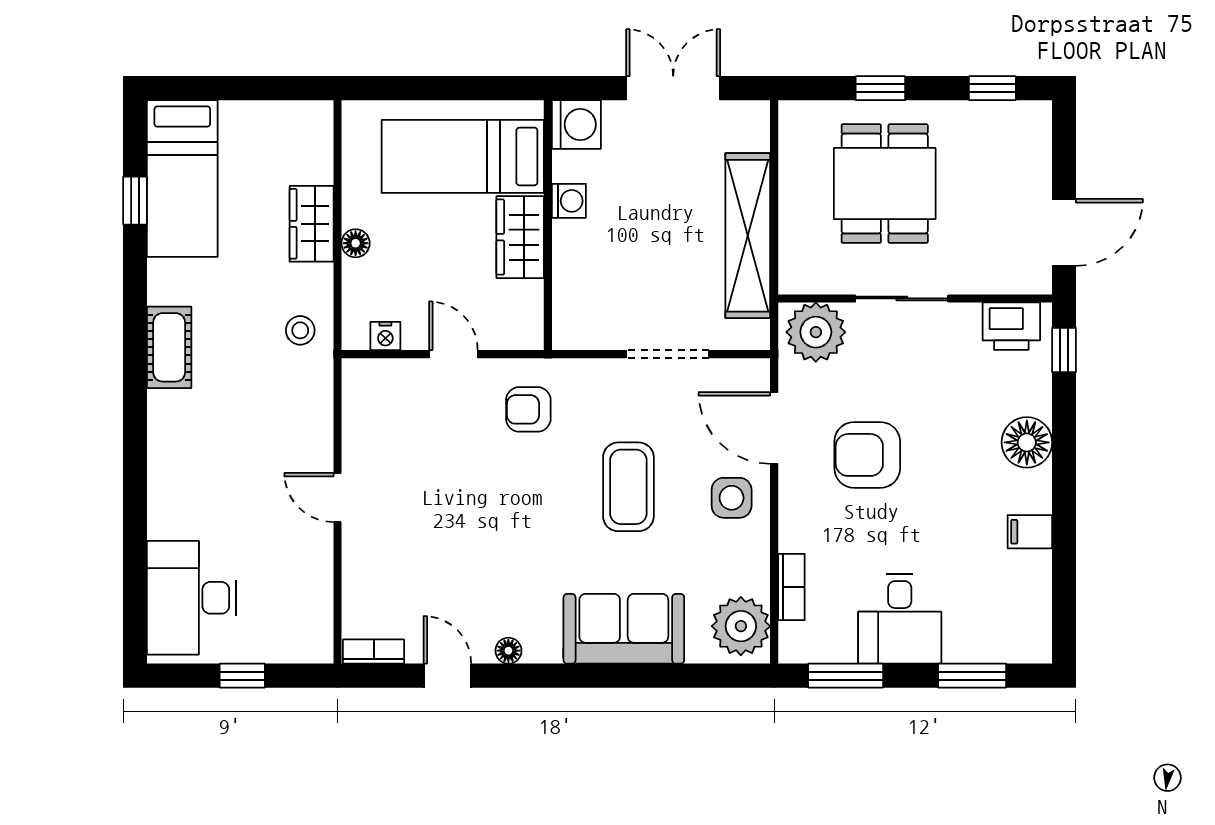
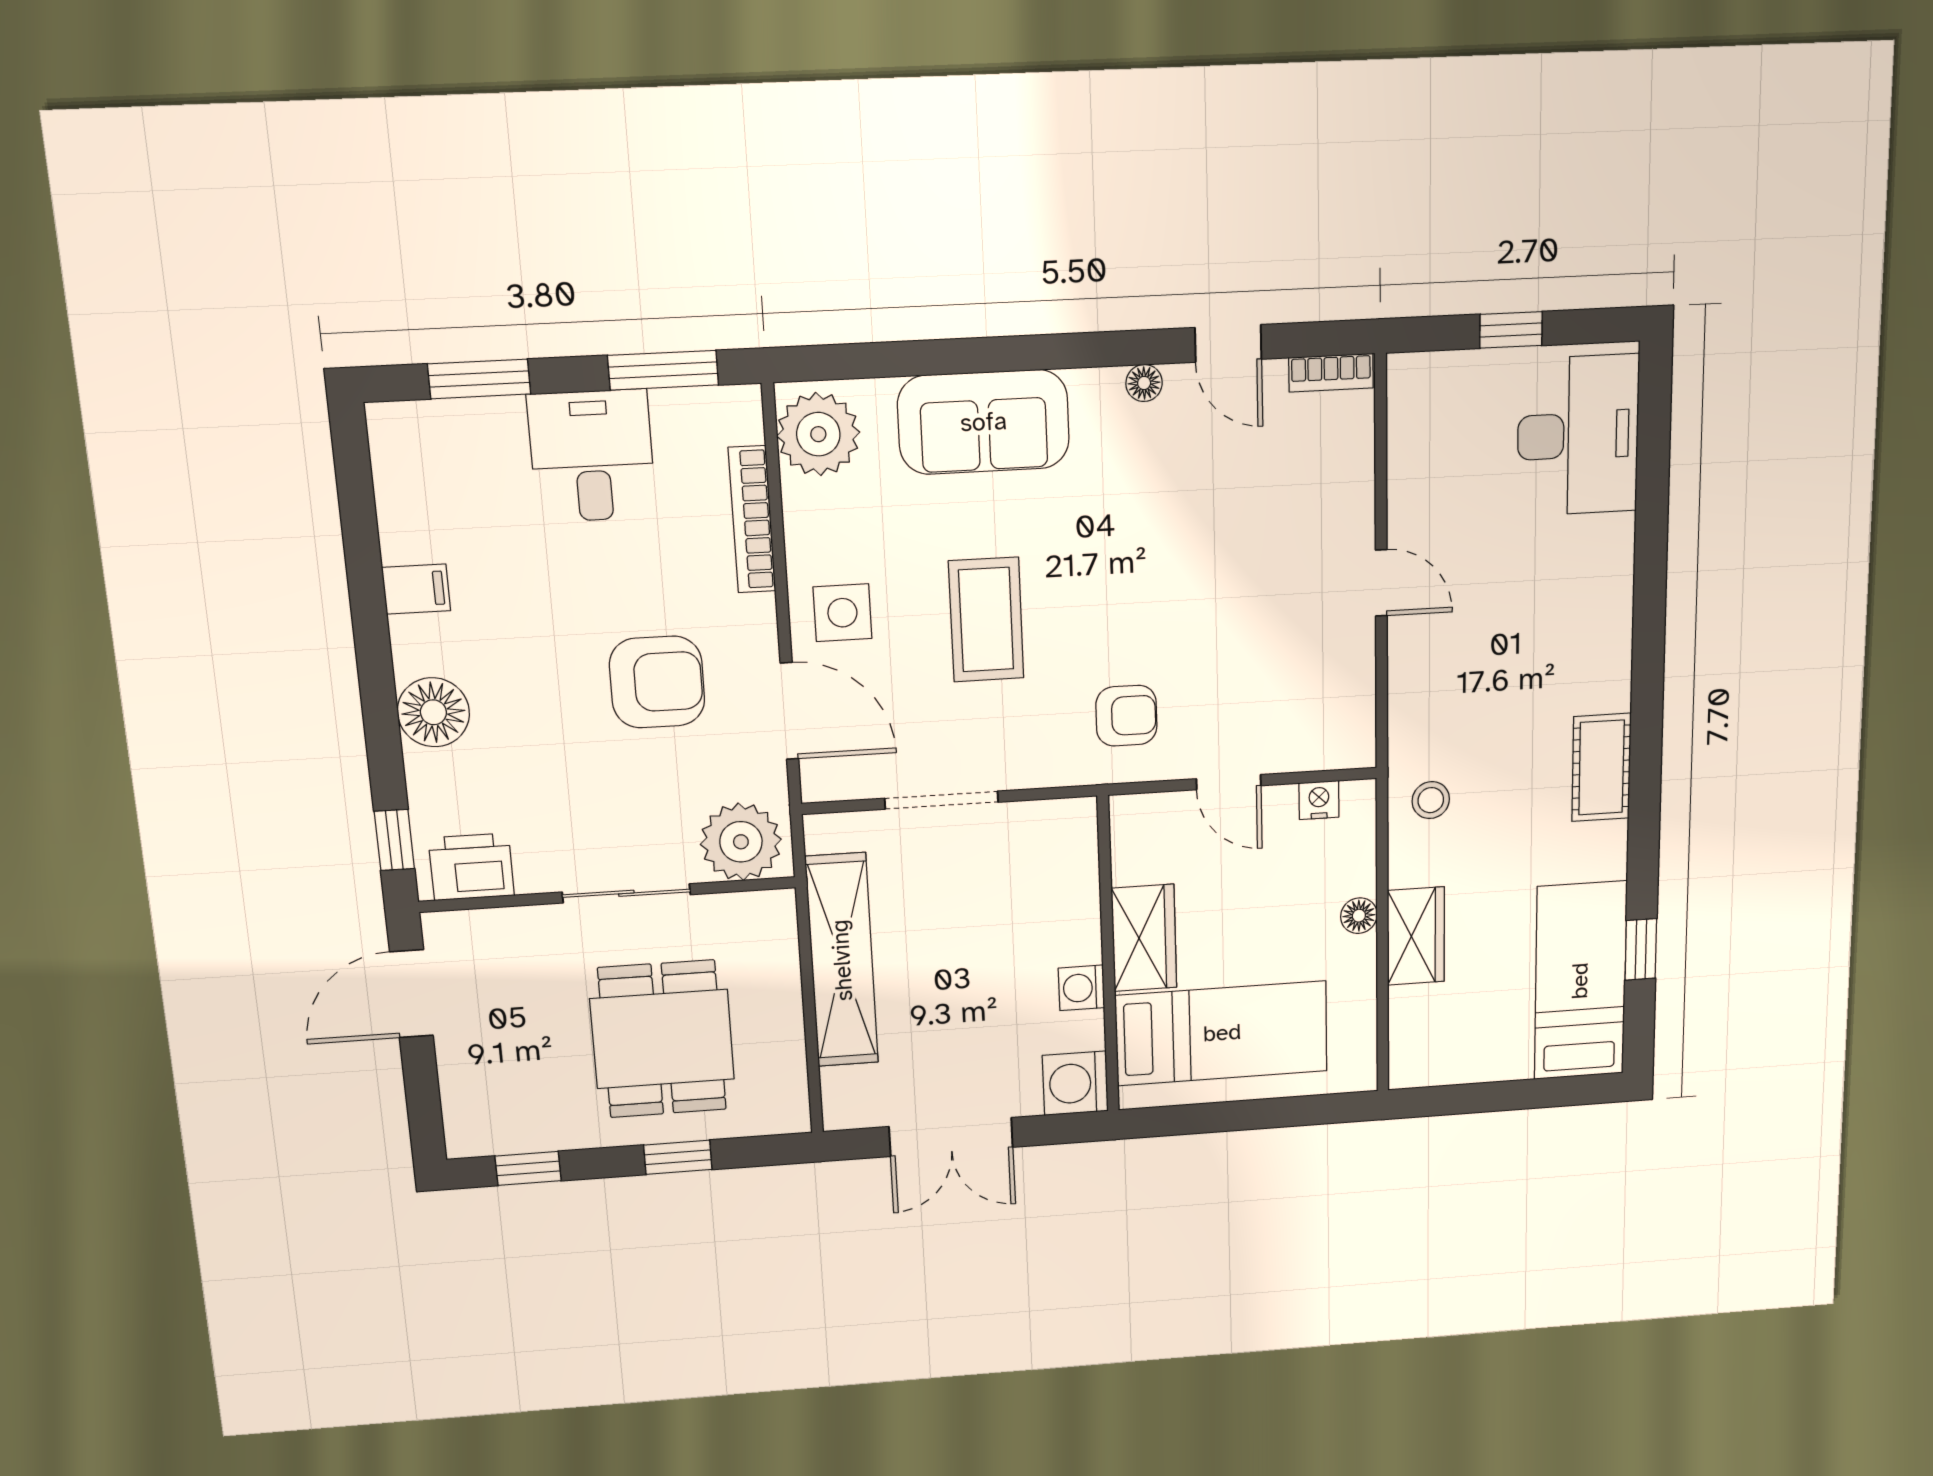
bookcase: (791, 587) -> (752, 519), width x1.56

